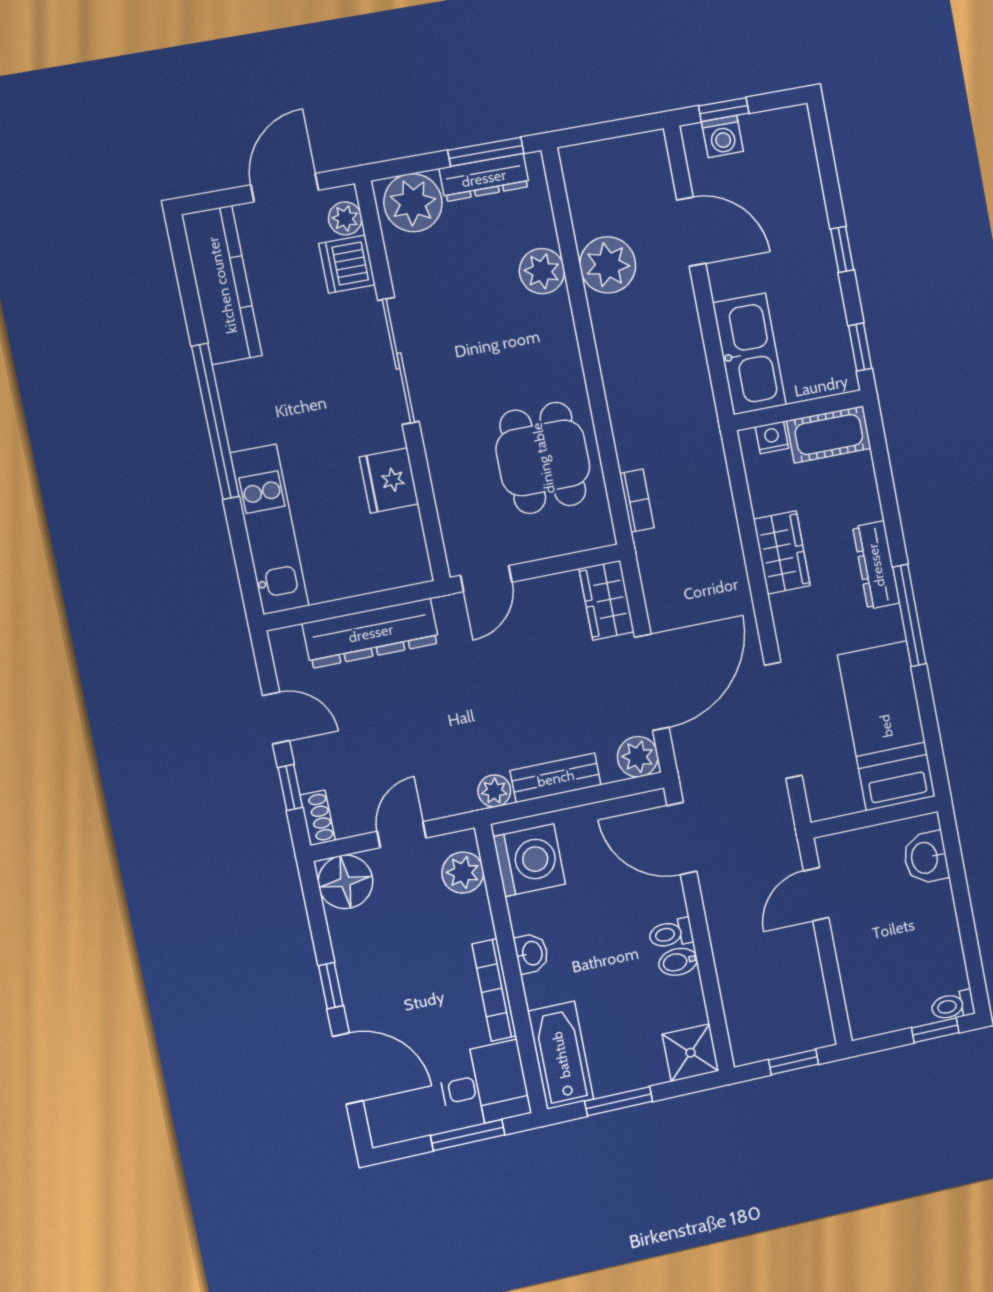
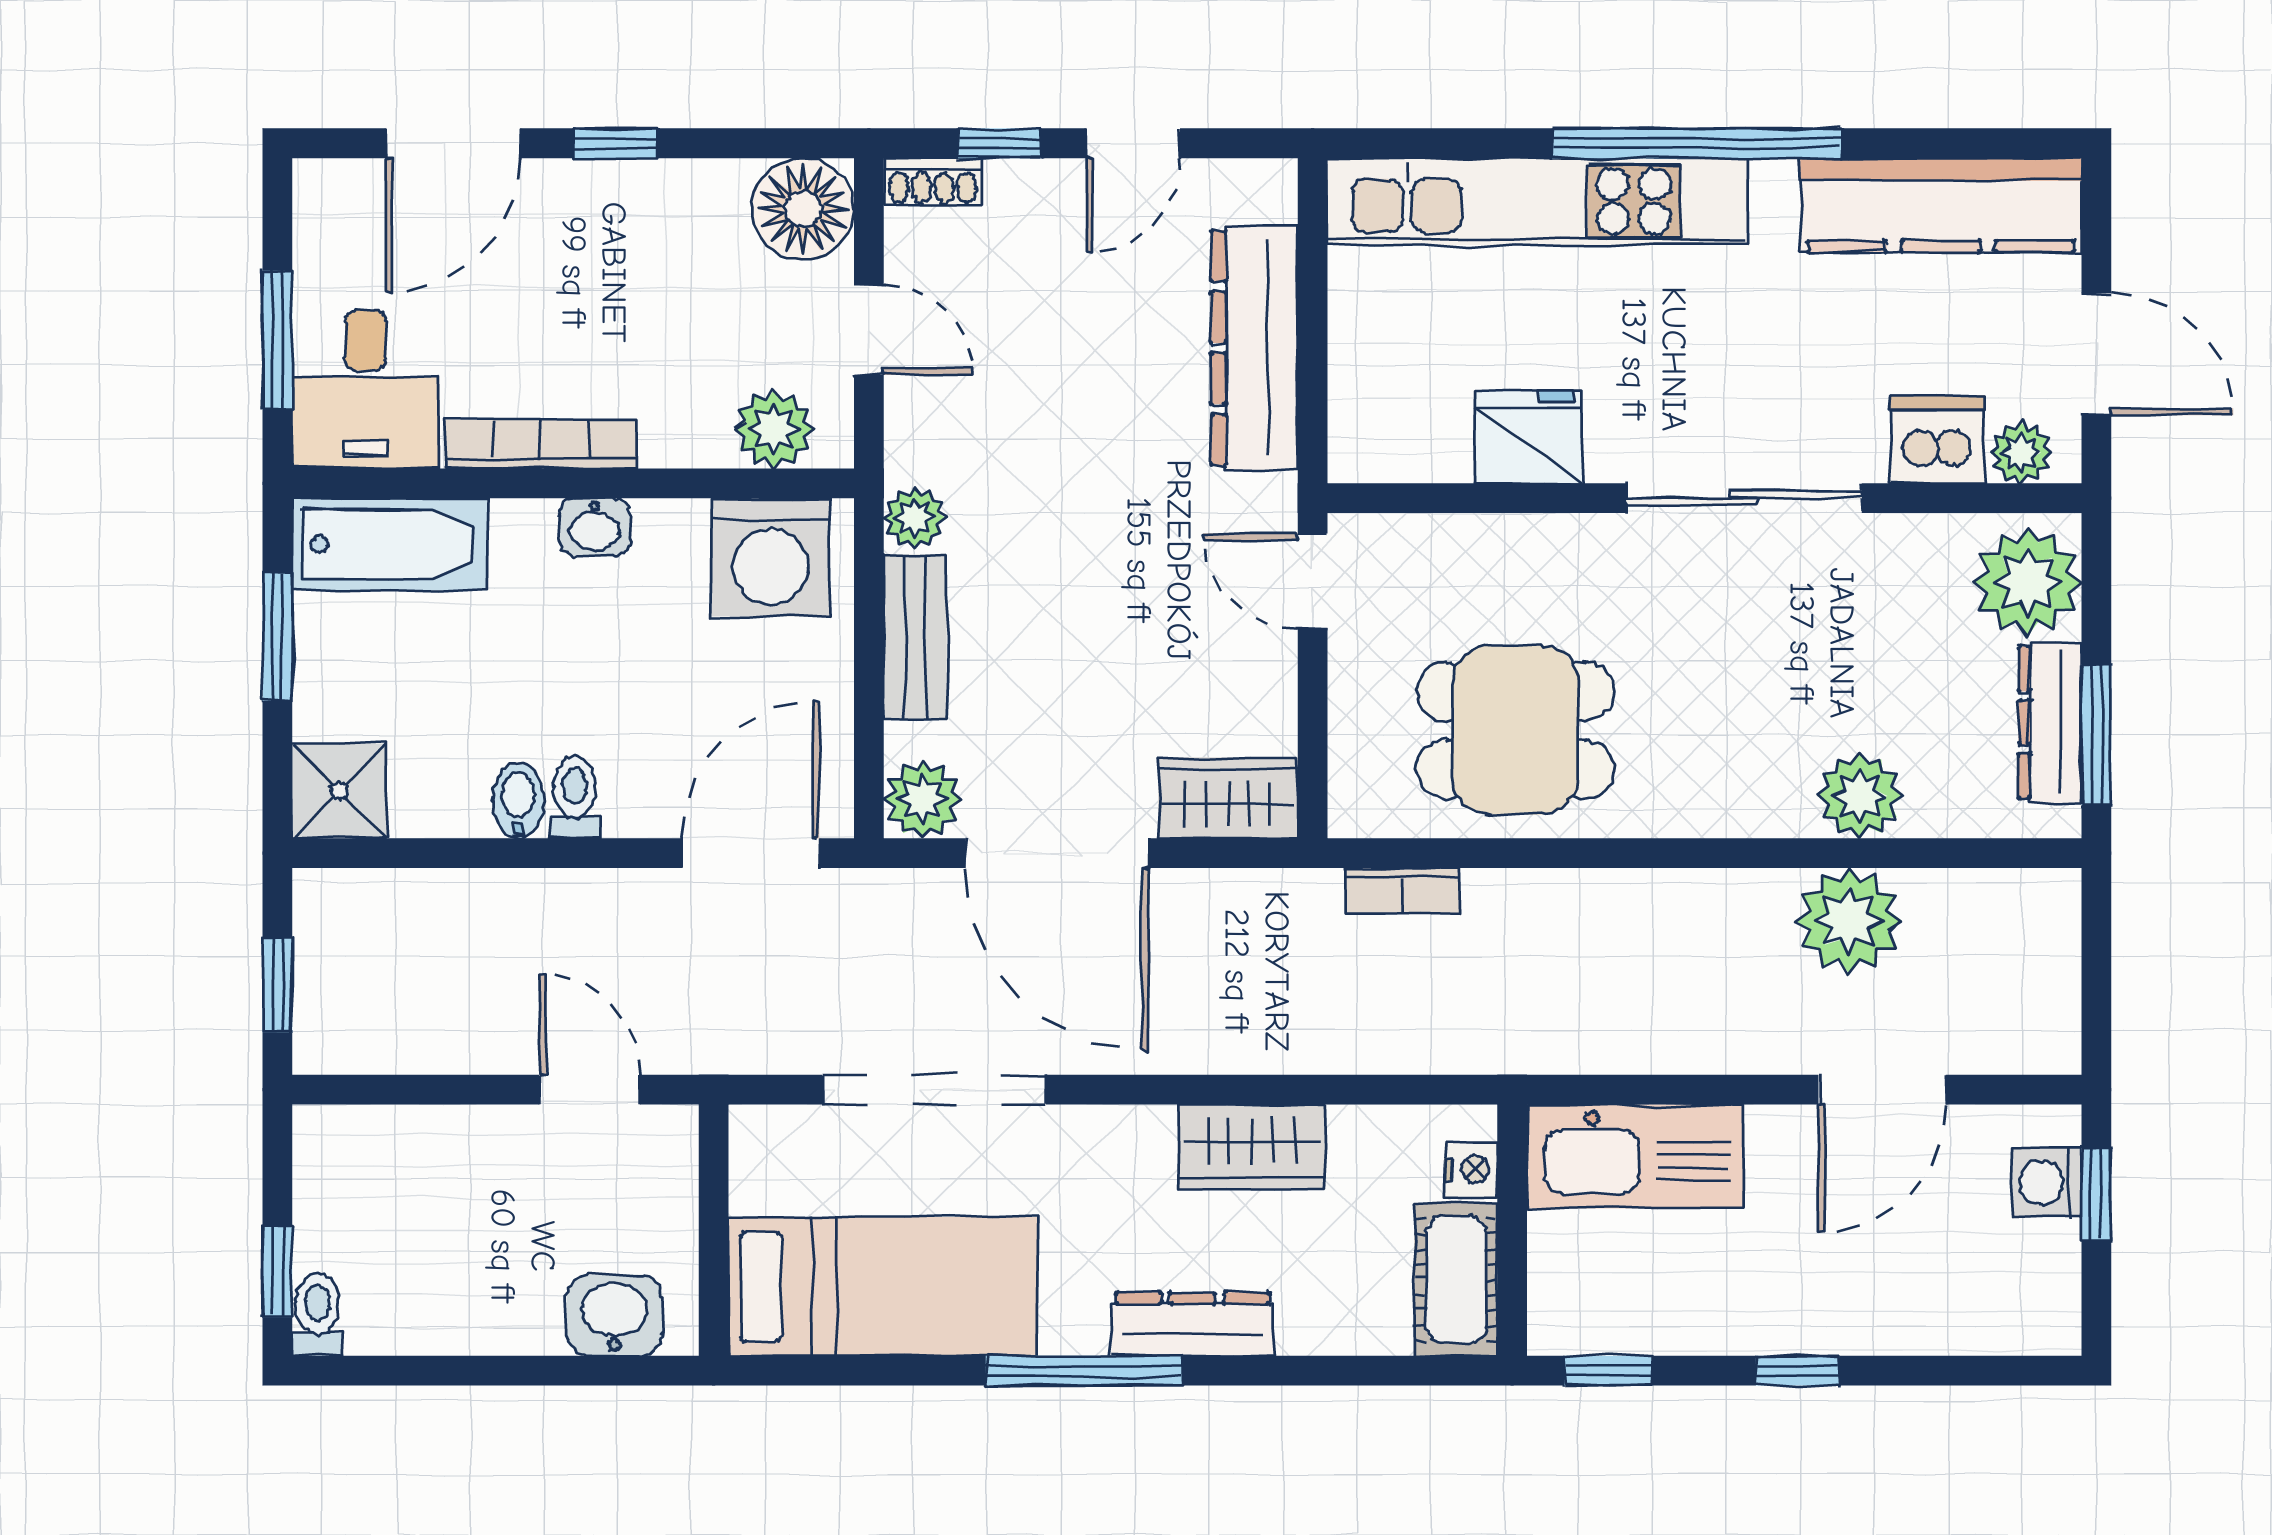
kitchen unit: (270, 529) -> (1537, 201), width x1.36

